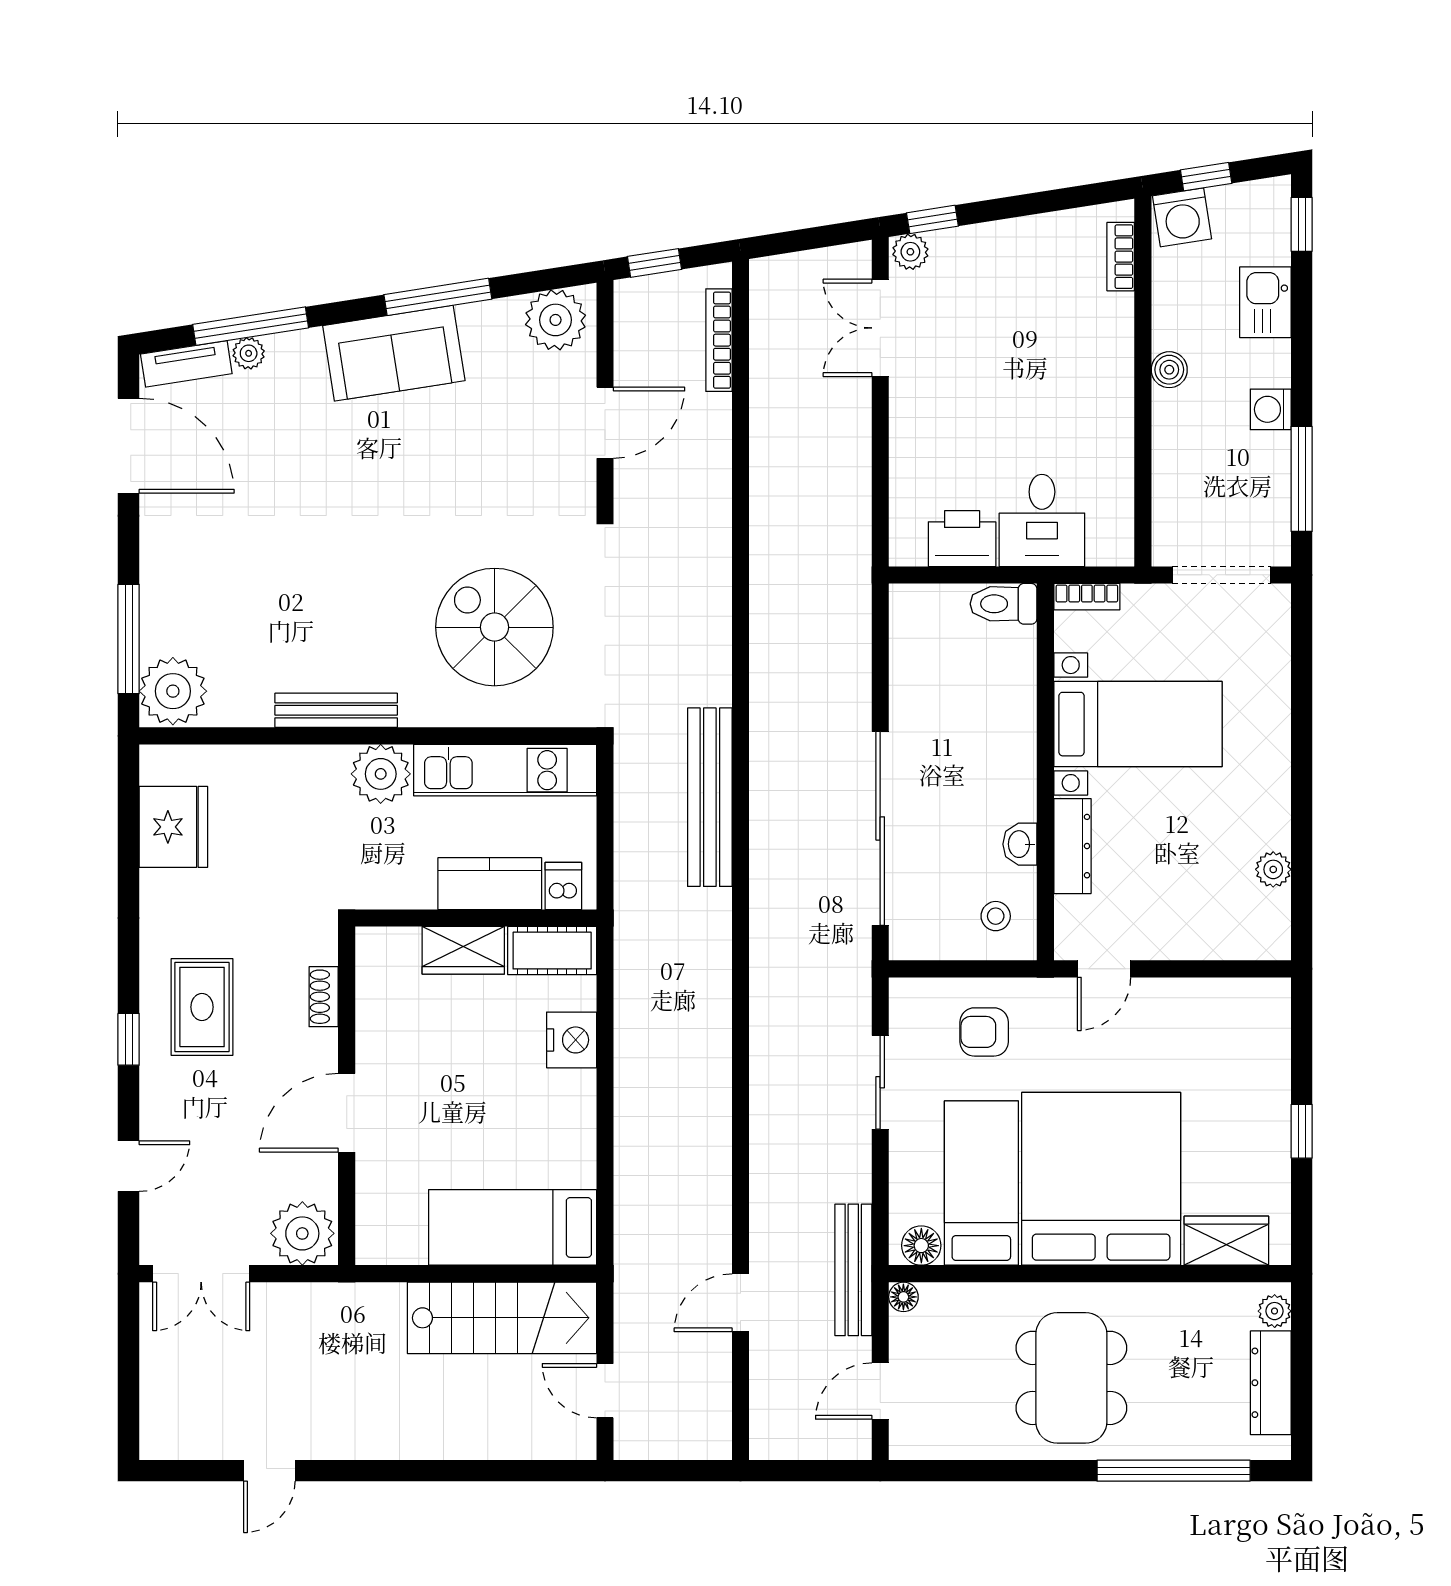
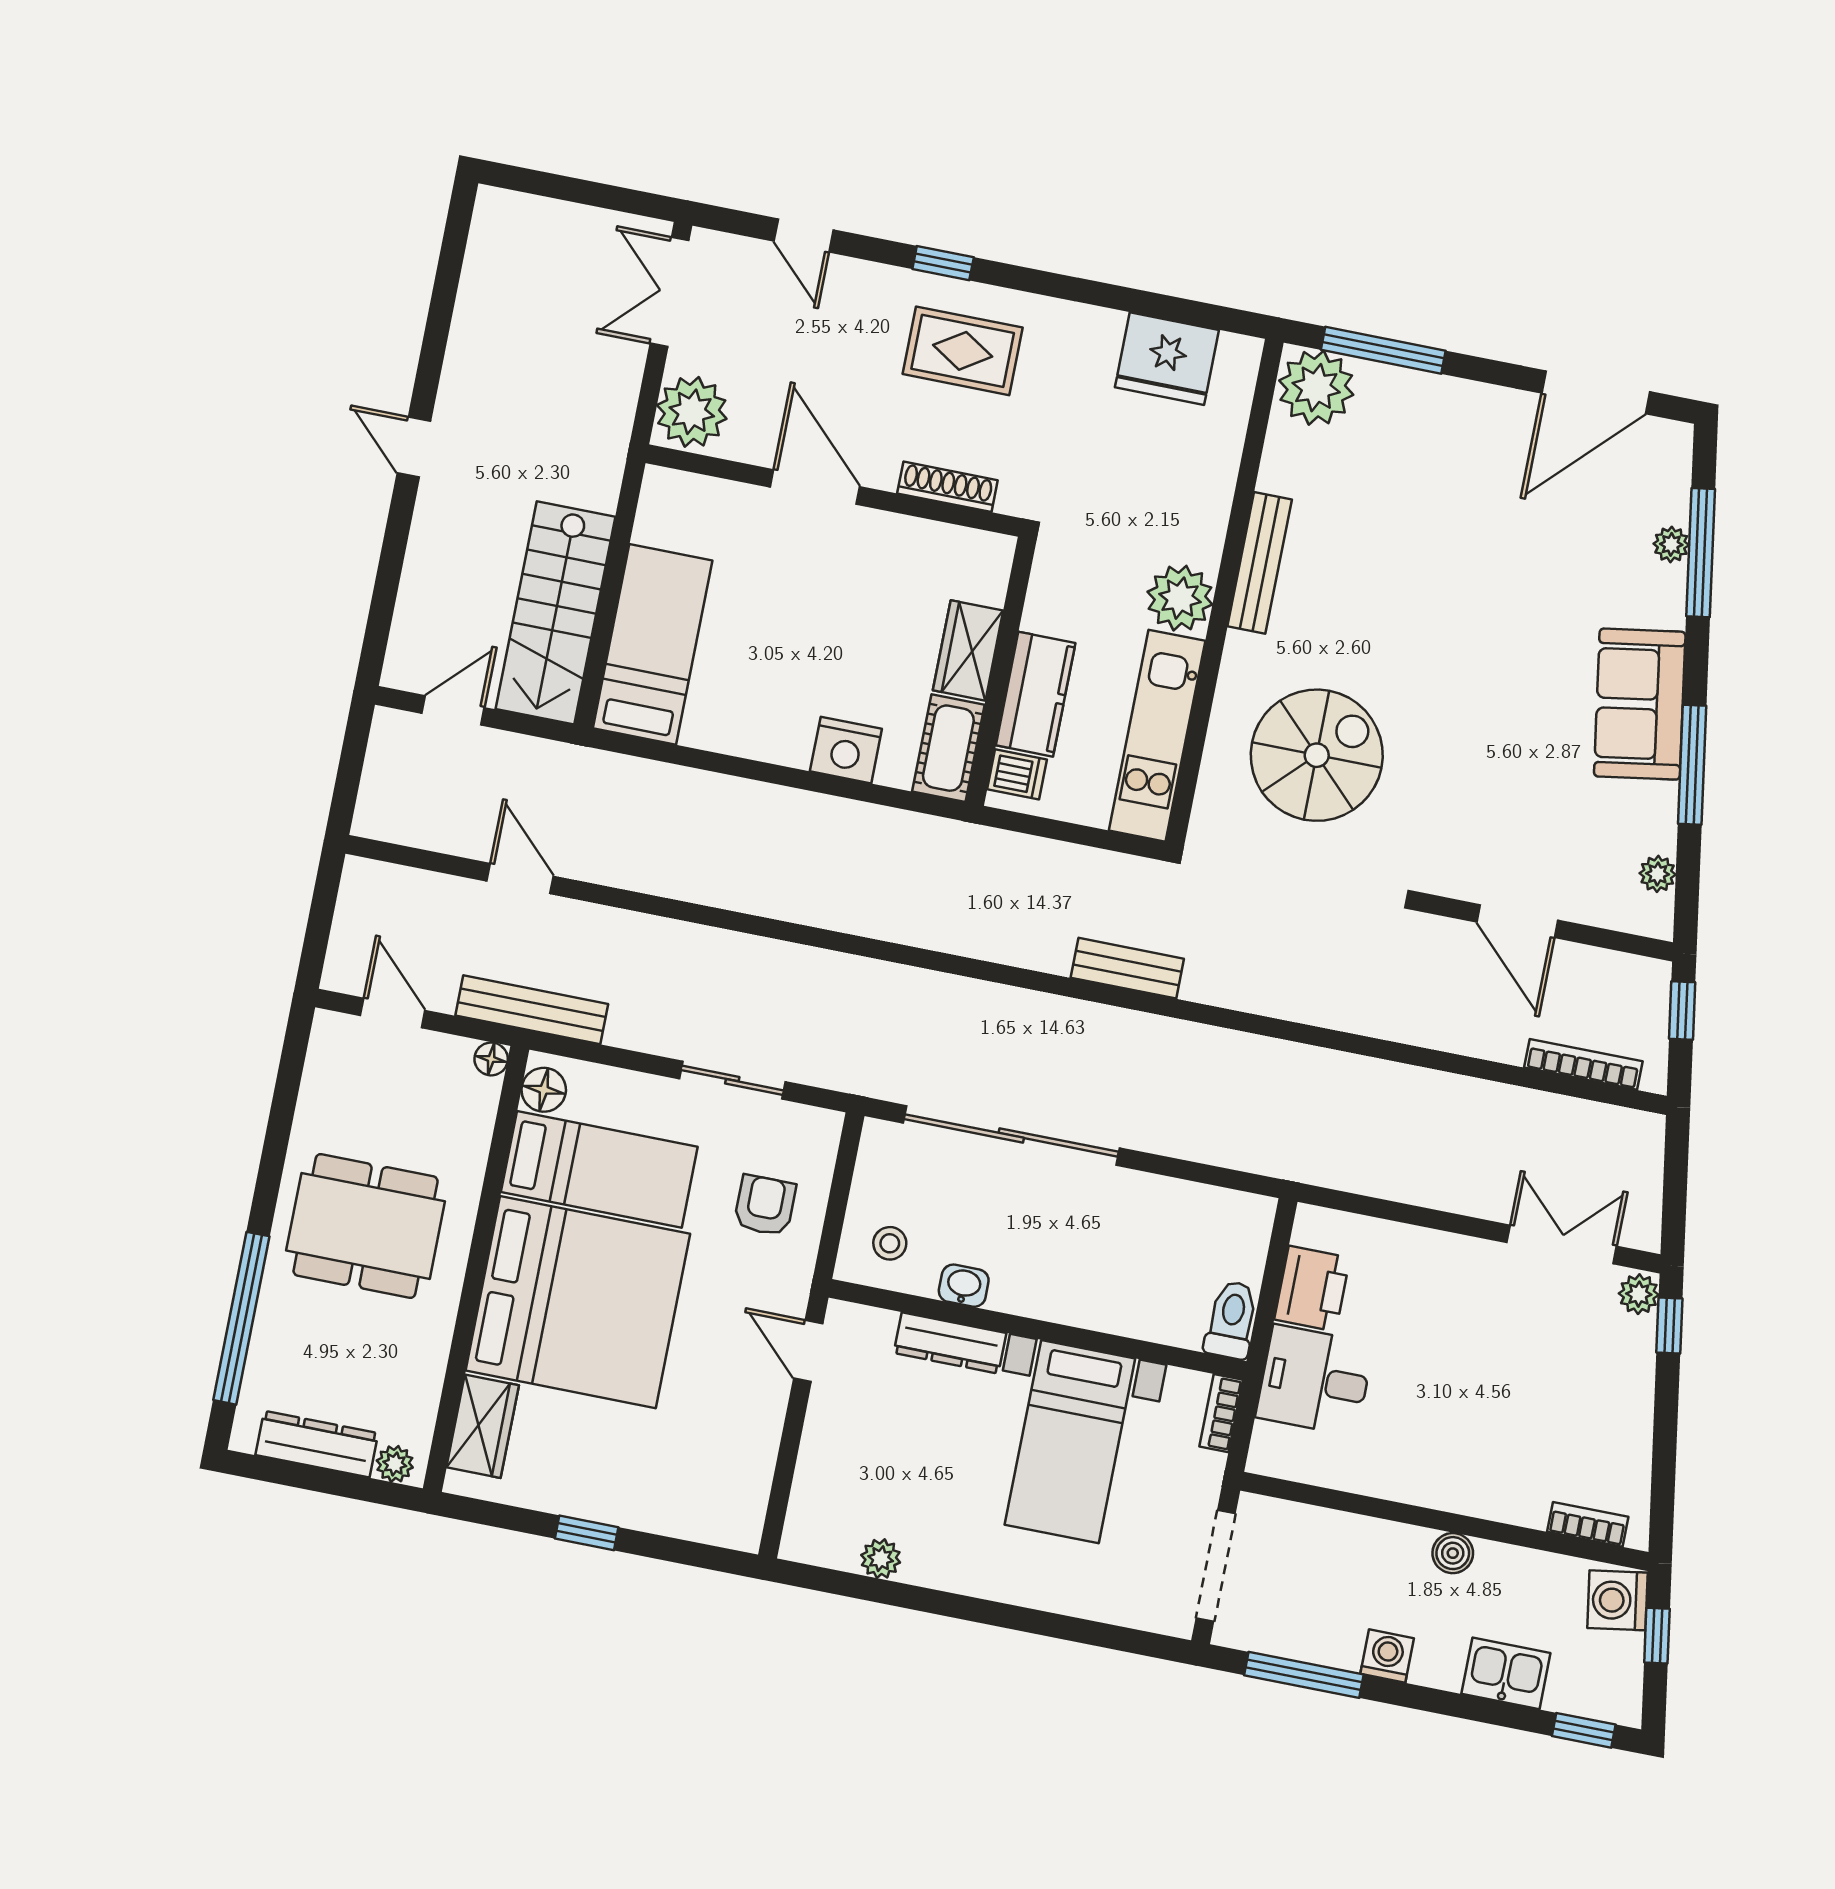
plant: (556, 320) -> (1658, 874), width x0.53, depth x0.53
tv unit: (186, 364) -> (1673, 474), removed
bench: (710, 797) -> (1127, 968), width x0.54, depth x0.82
shoe rack: (324, 997) -> (947, 487), width x1.43
door: (269, 1471) -> (414, 447), moved

